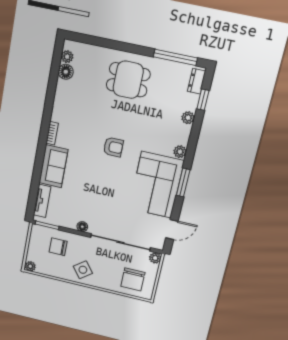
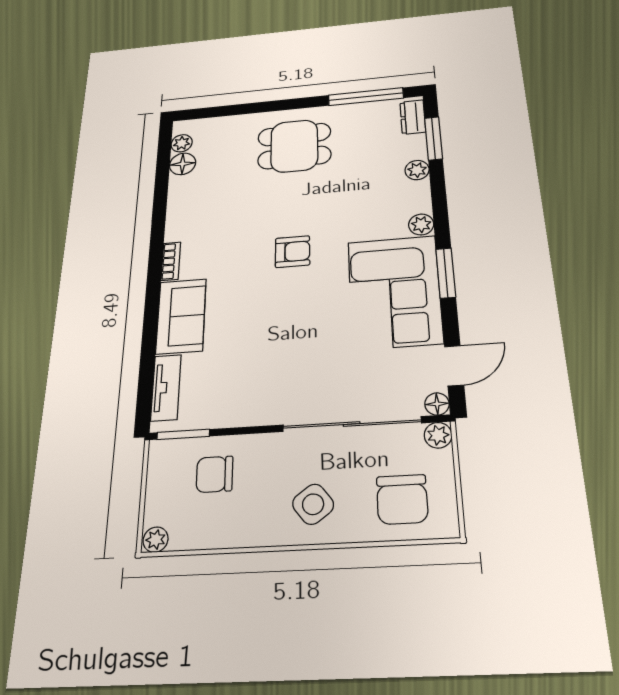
window: (203, 100) -> (434, 138), width x1.50
floor lamp: (82, 227) -> (437, 404), moved
side table: (83, 270) -> (313, 504), moved

